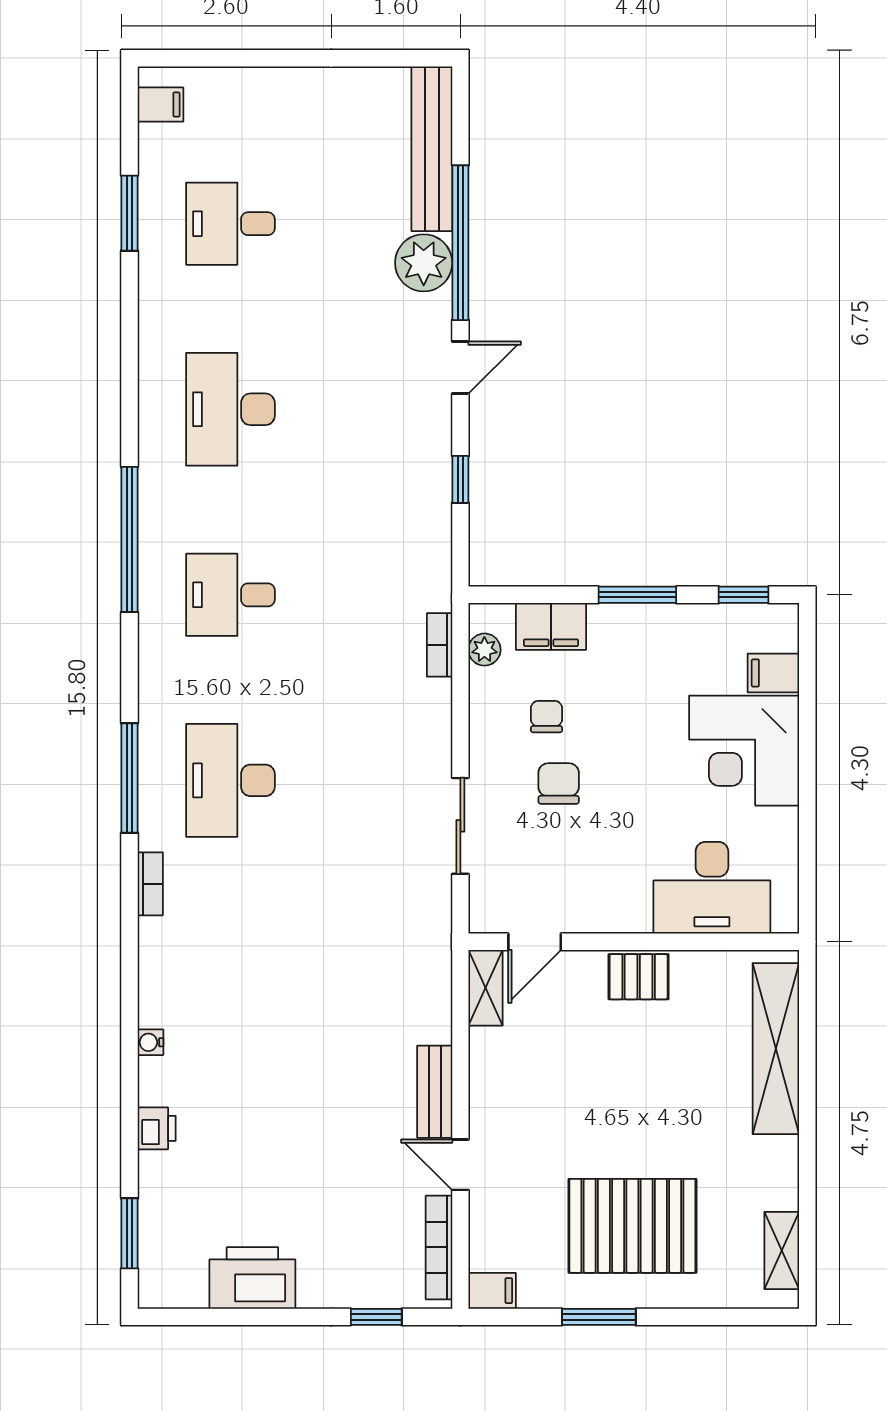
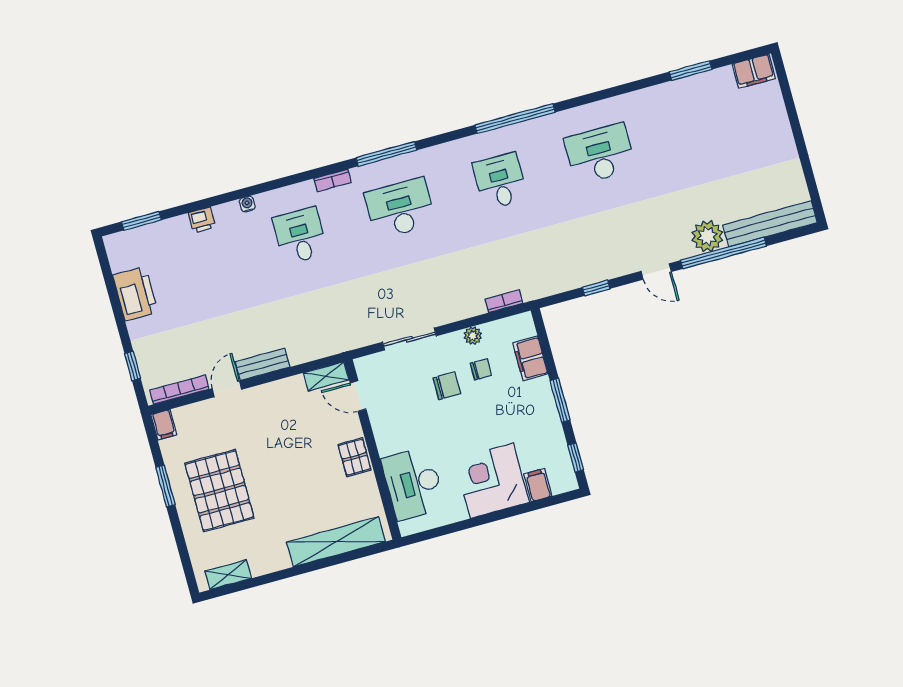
filing cabinet: (160, 105) -> (754, 71), width x2.00
desk: (230, 224) -> (300, 236), moved
plant: (484, 650) -> (473, 336), moved

